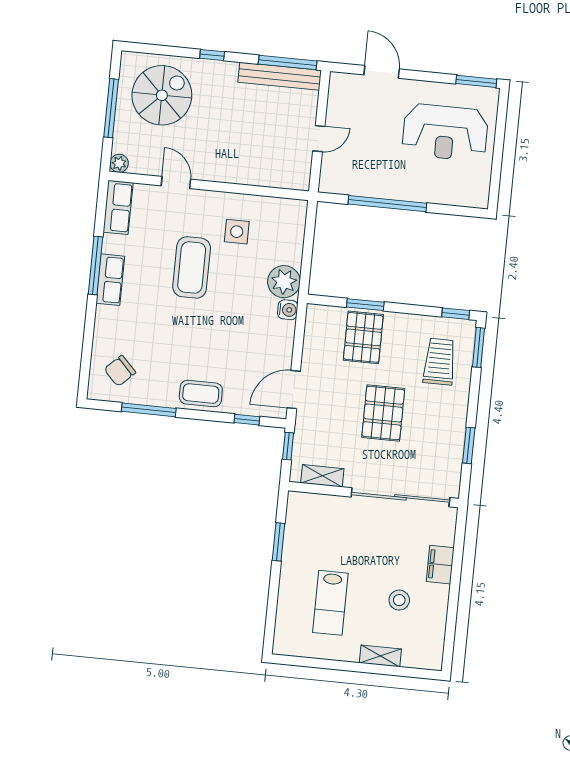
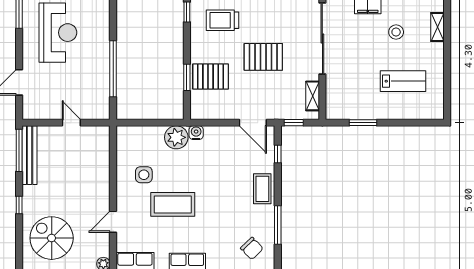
shelving: (380, 656) -> (437, 27), moved

